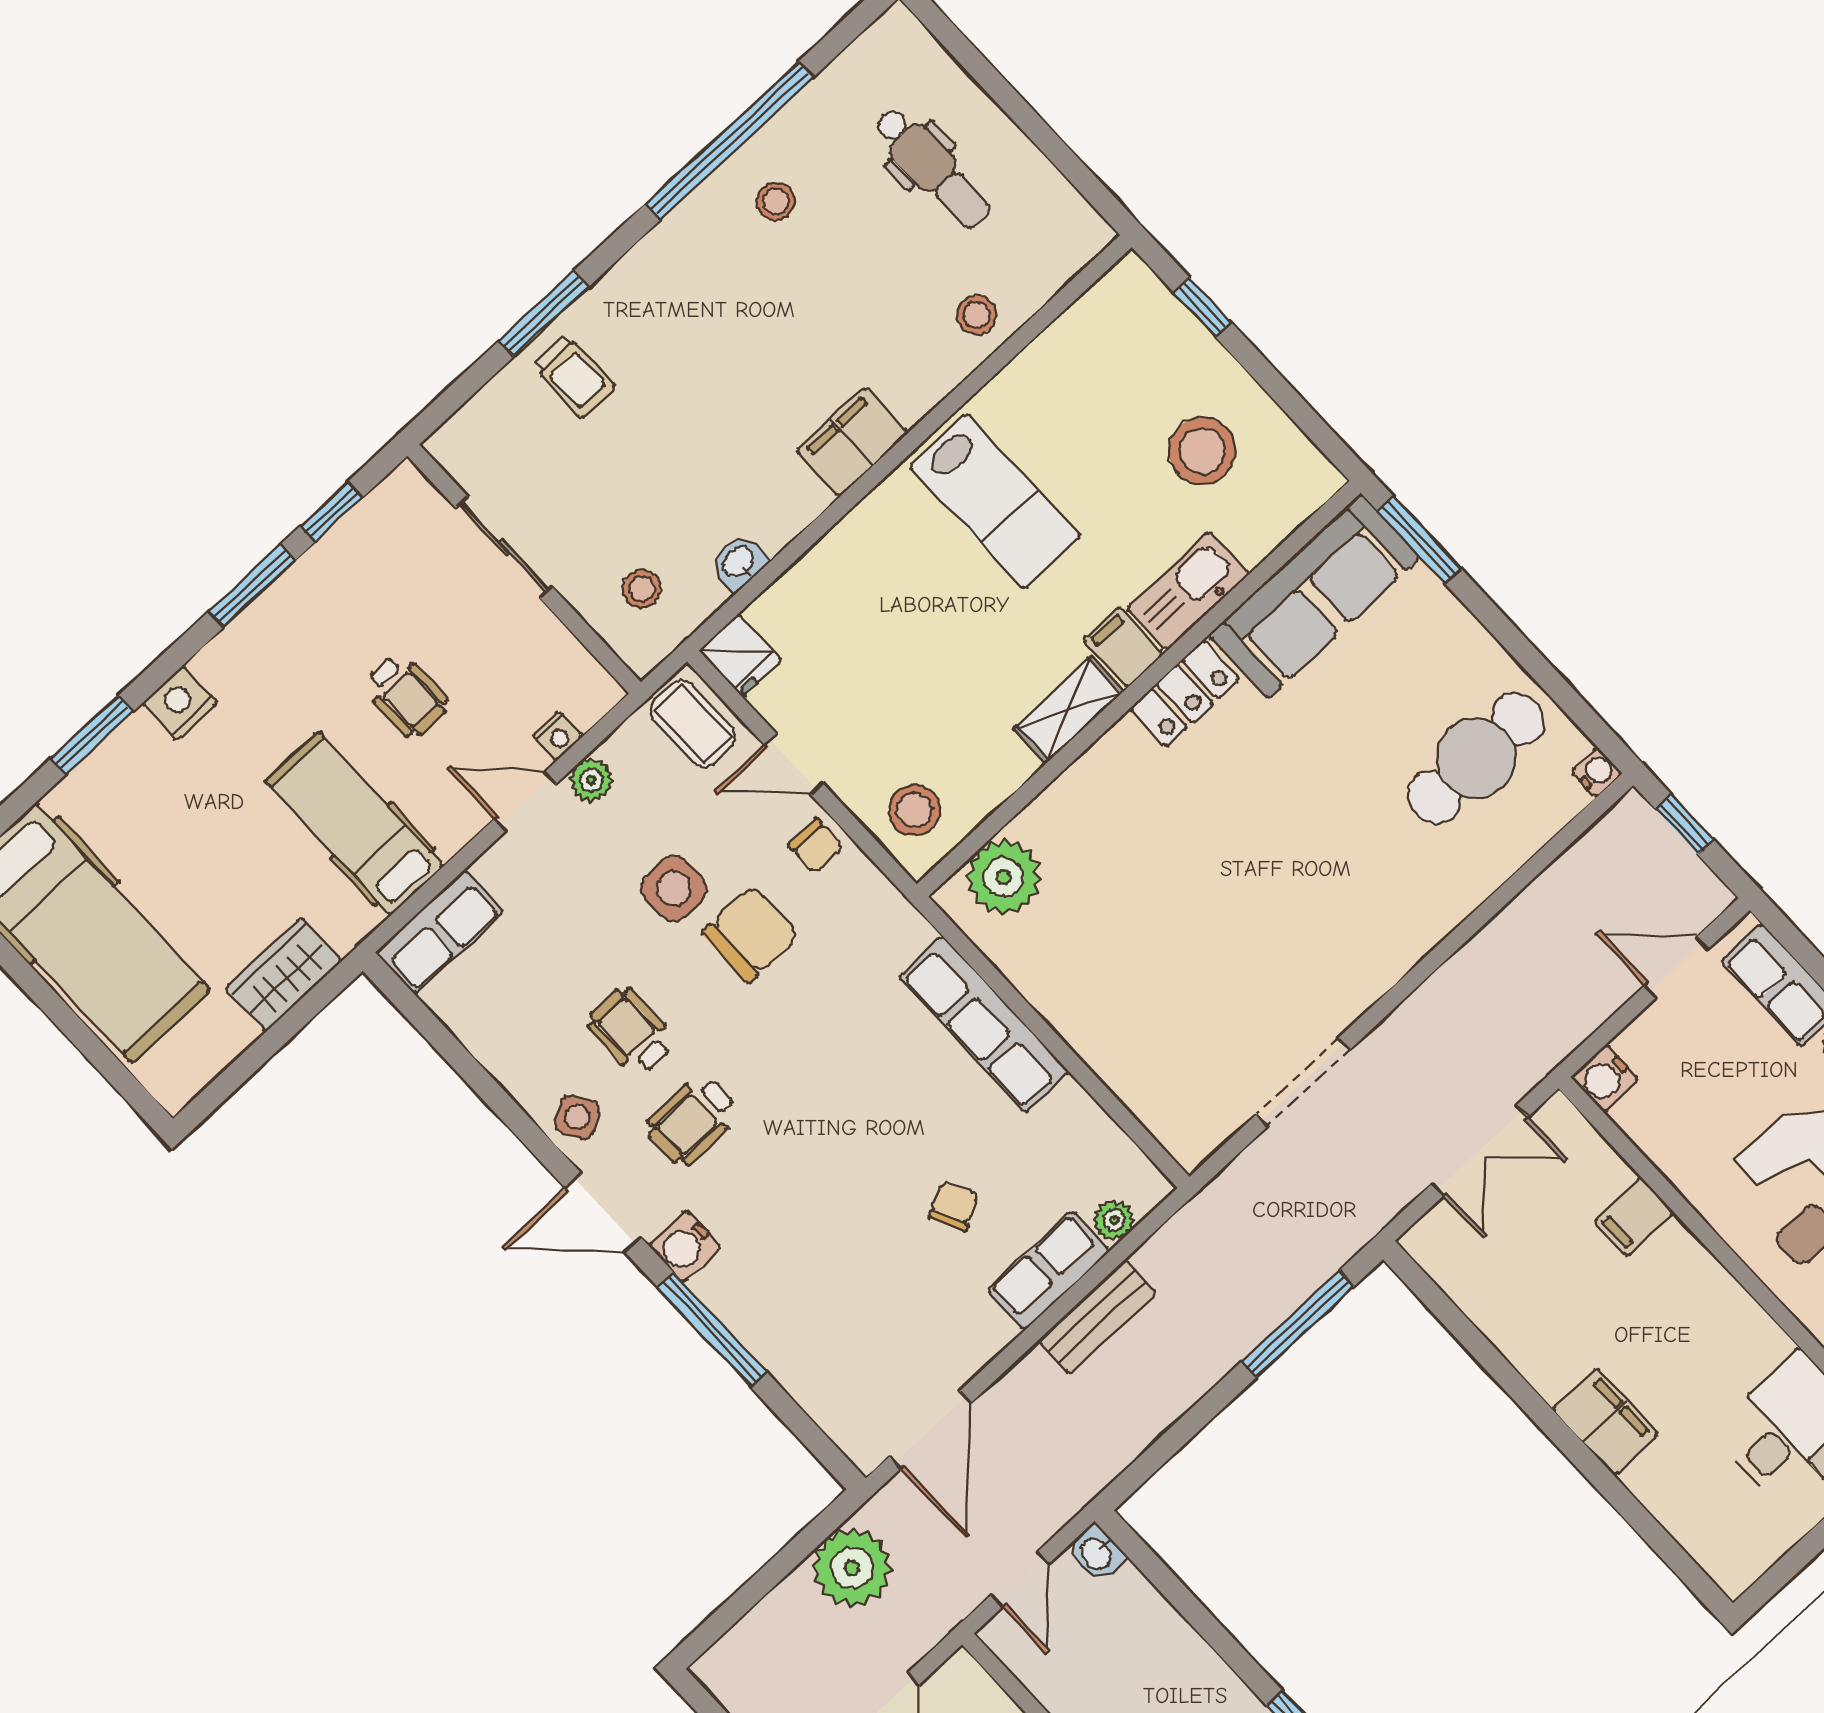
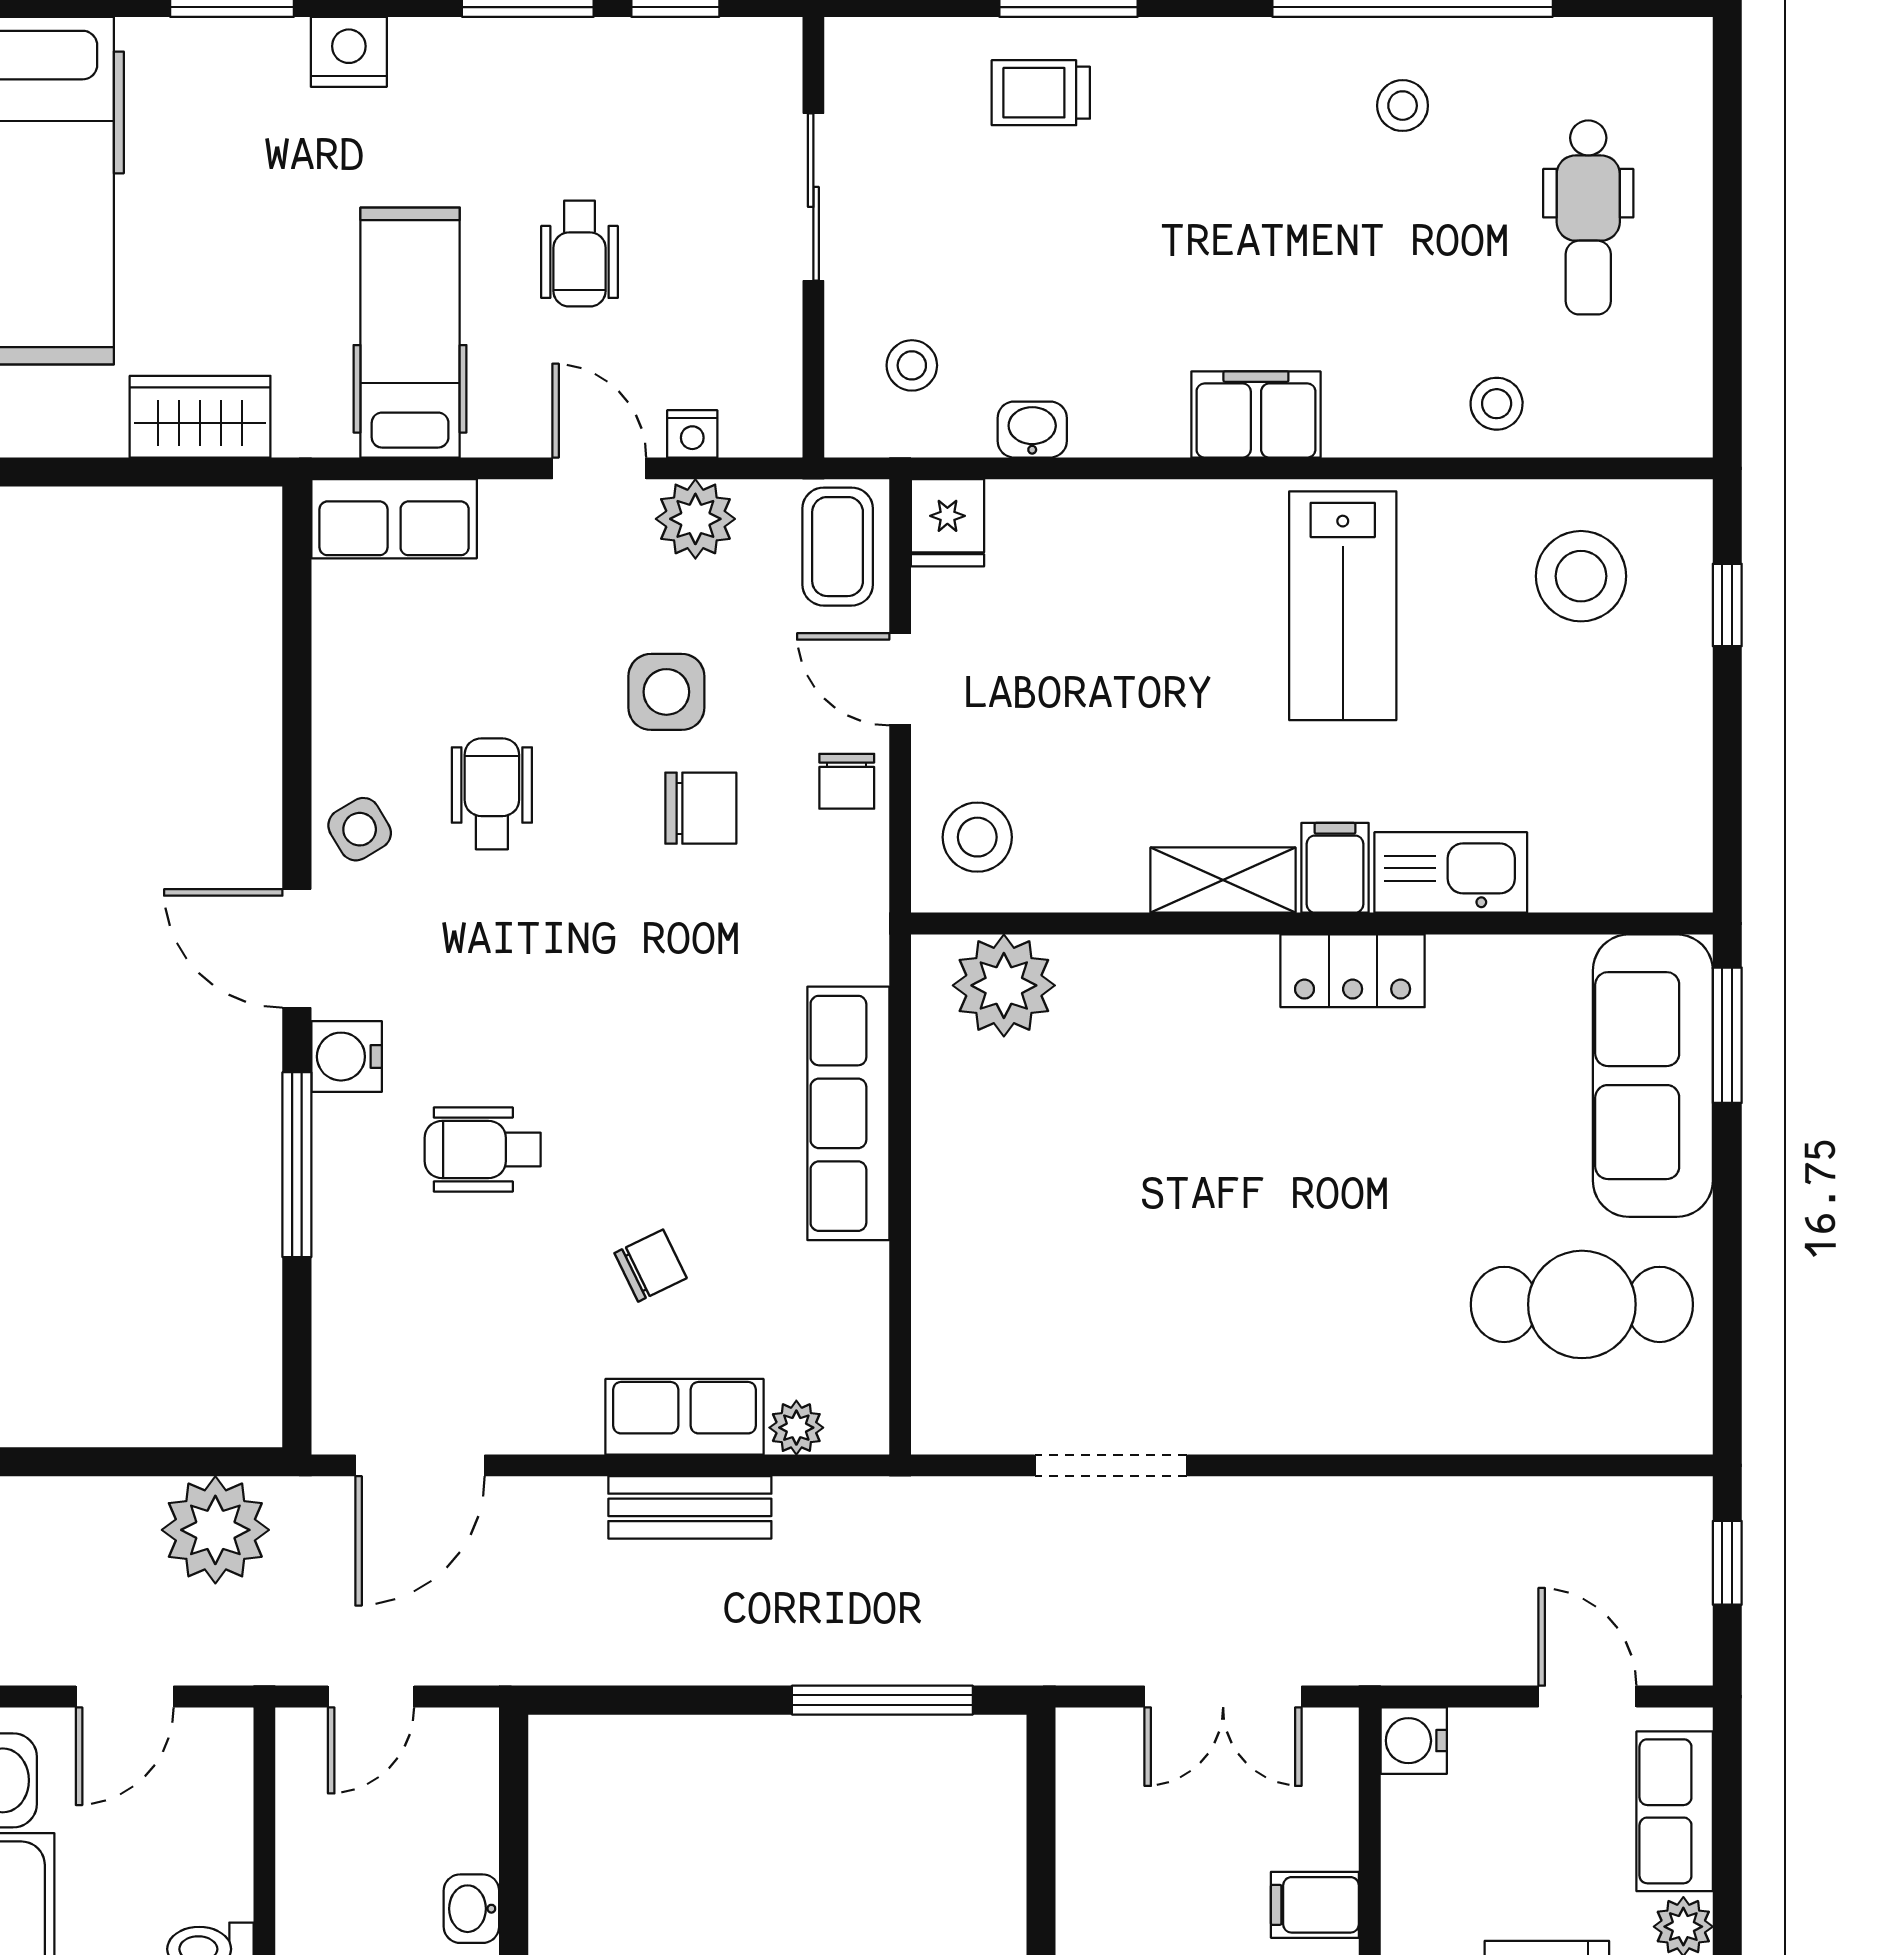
trolley: (574, 376) -> (1041, 93), turned 90
stool: (1202, 451) -> (1581, 576), moved
sofa: (1315, 596) -> (1653, 1076), moved, turned 90
water cooler: (1597, 772) -> (1688, 1430), removed
plant: (591, 780) -> (695, 519), width x1.38, depth x1.38
chair: (751, 934) -> (701, 808), width x0.73, depth x0.73
wheelchair: (692, 1120) -> (483, 1150), moved
washbasin: (1097, 1553) -> (471, 1909), moved

